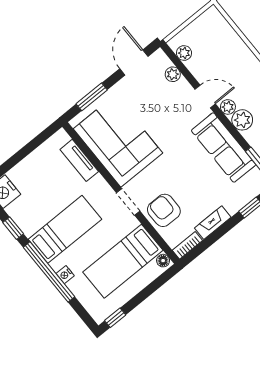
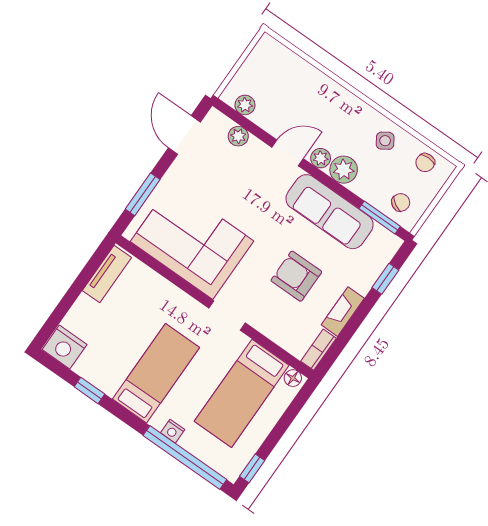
tv unit: (79, 160) -> (107, 274), moved, turned -90
armchair: (164, 210) -> (296, 276), moved
window: (49, 272) -> (185, 458), moved

